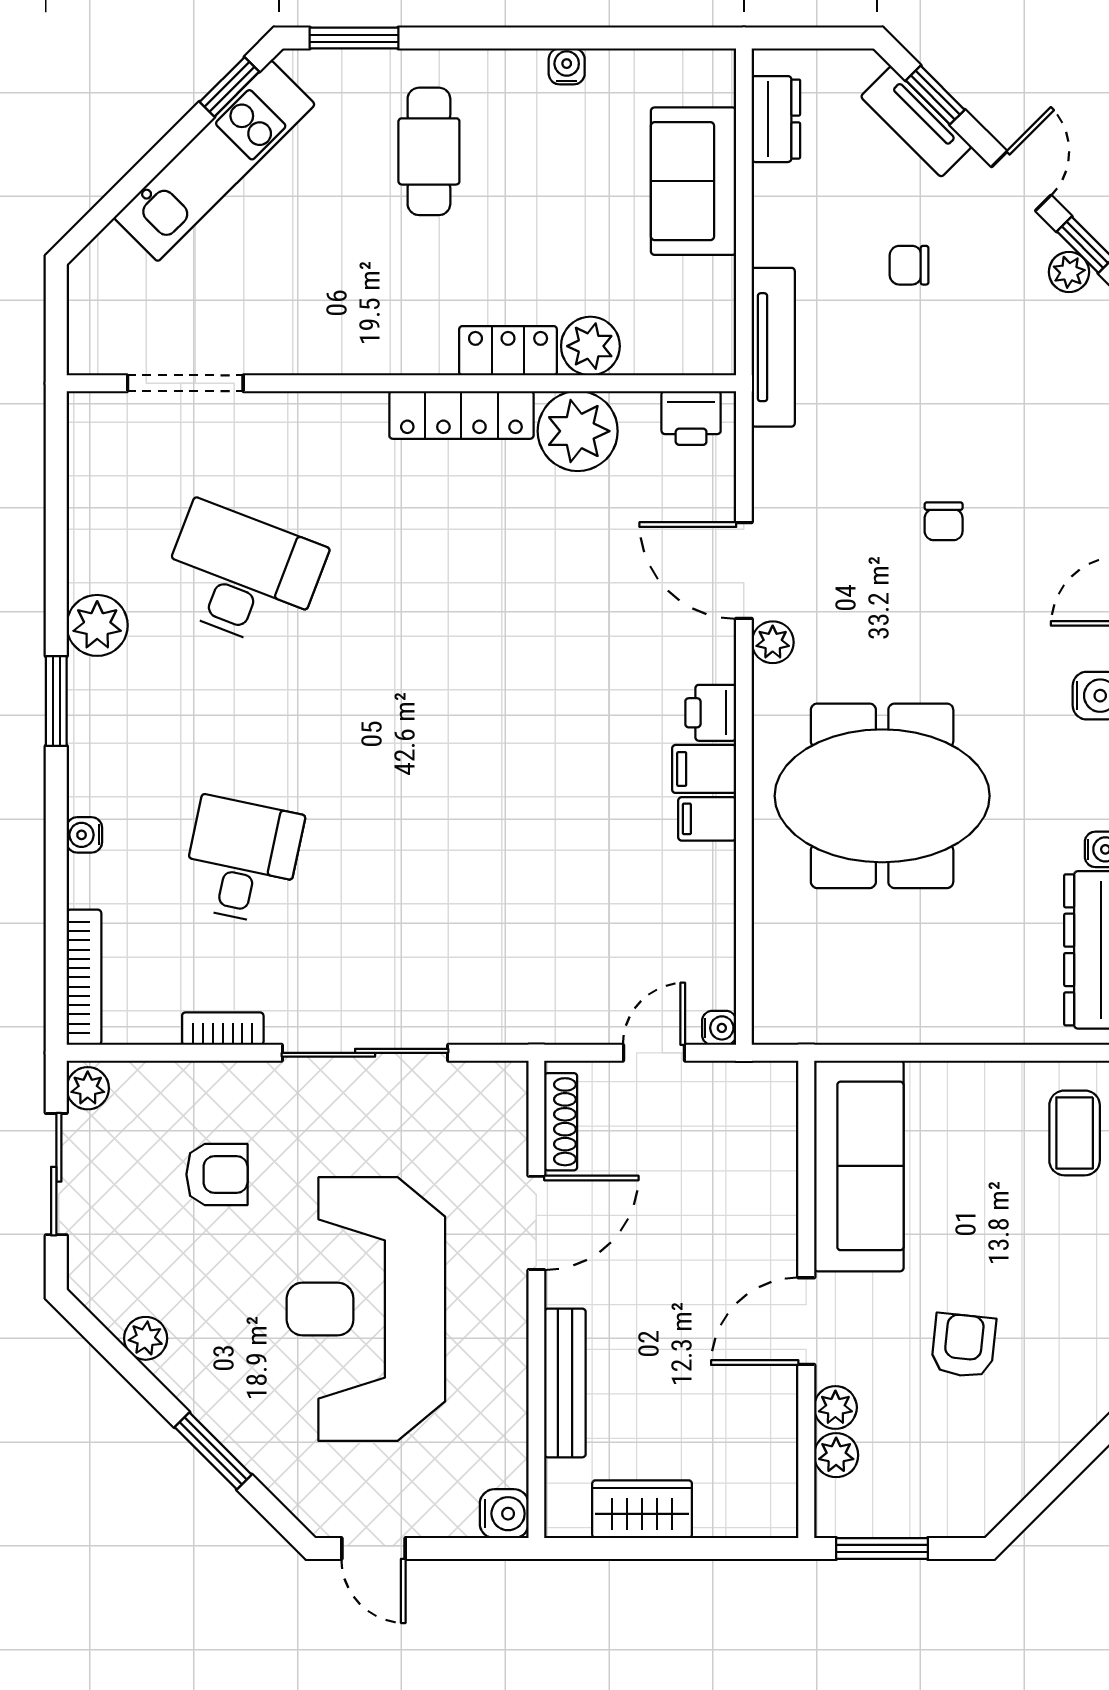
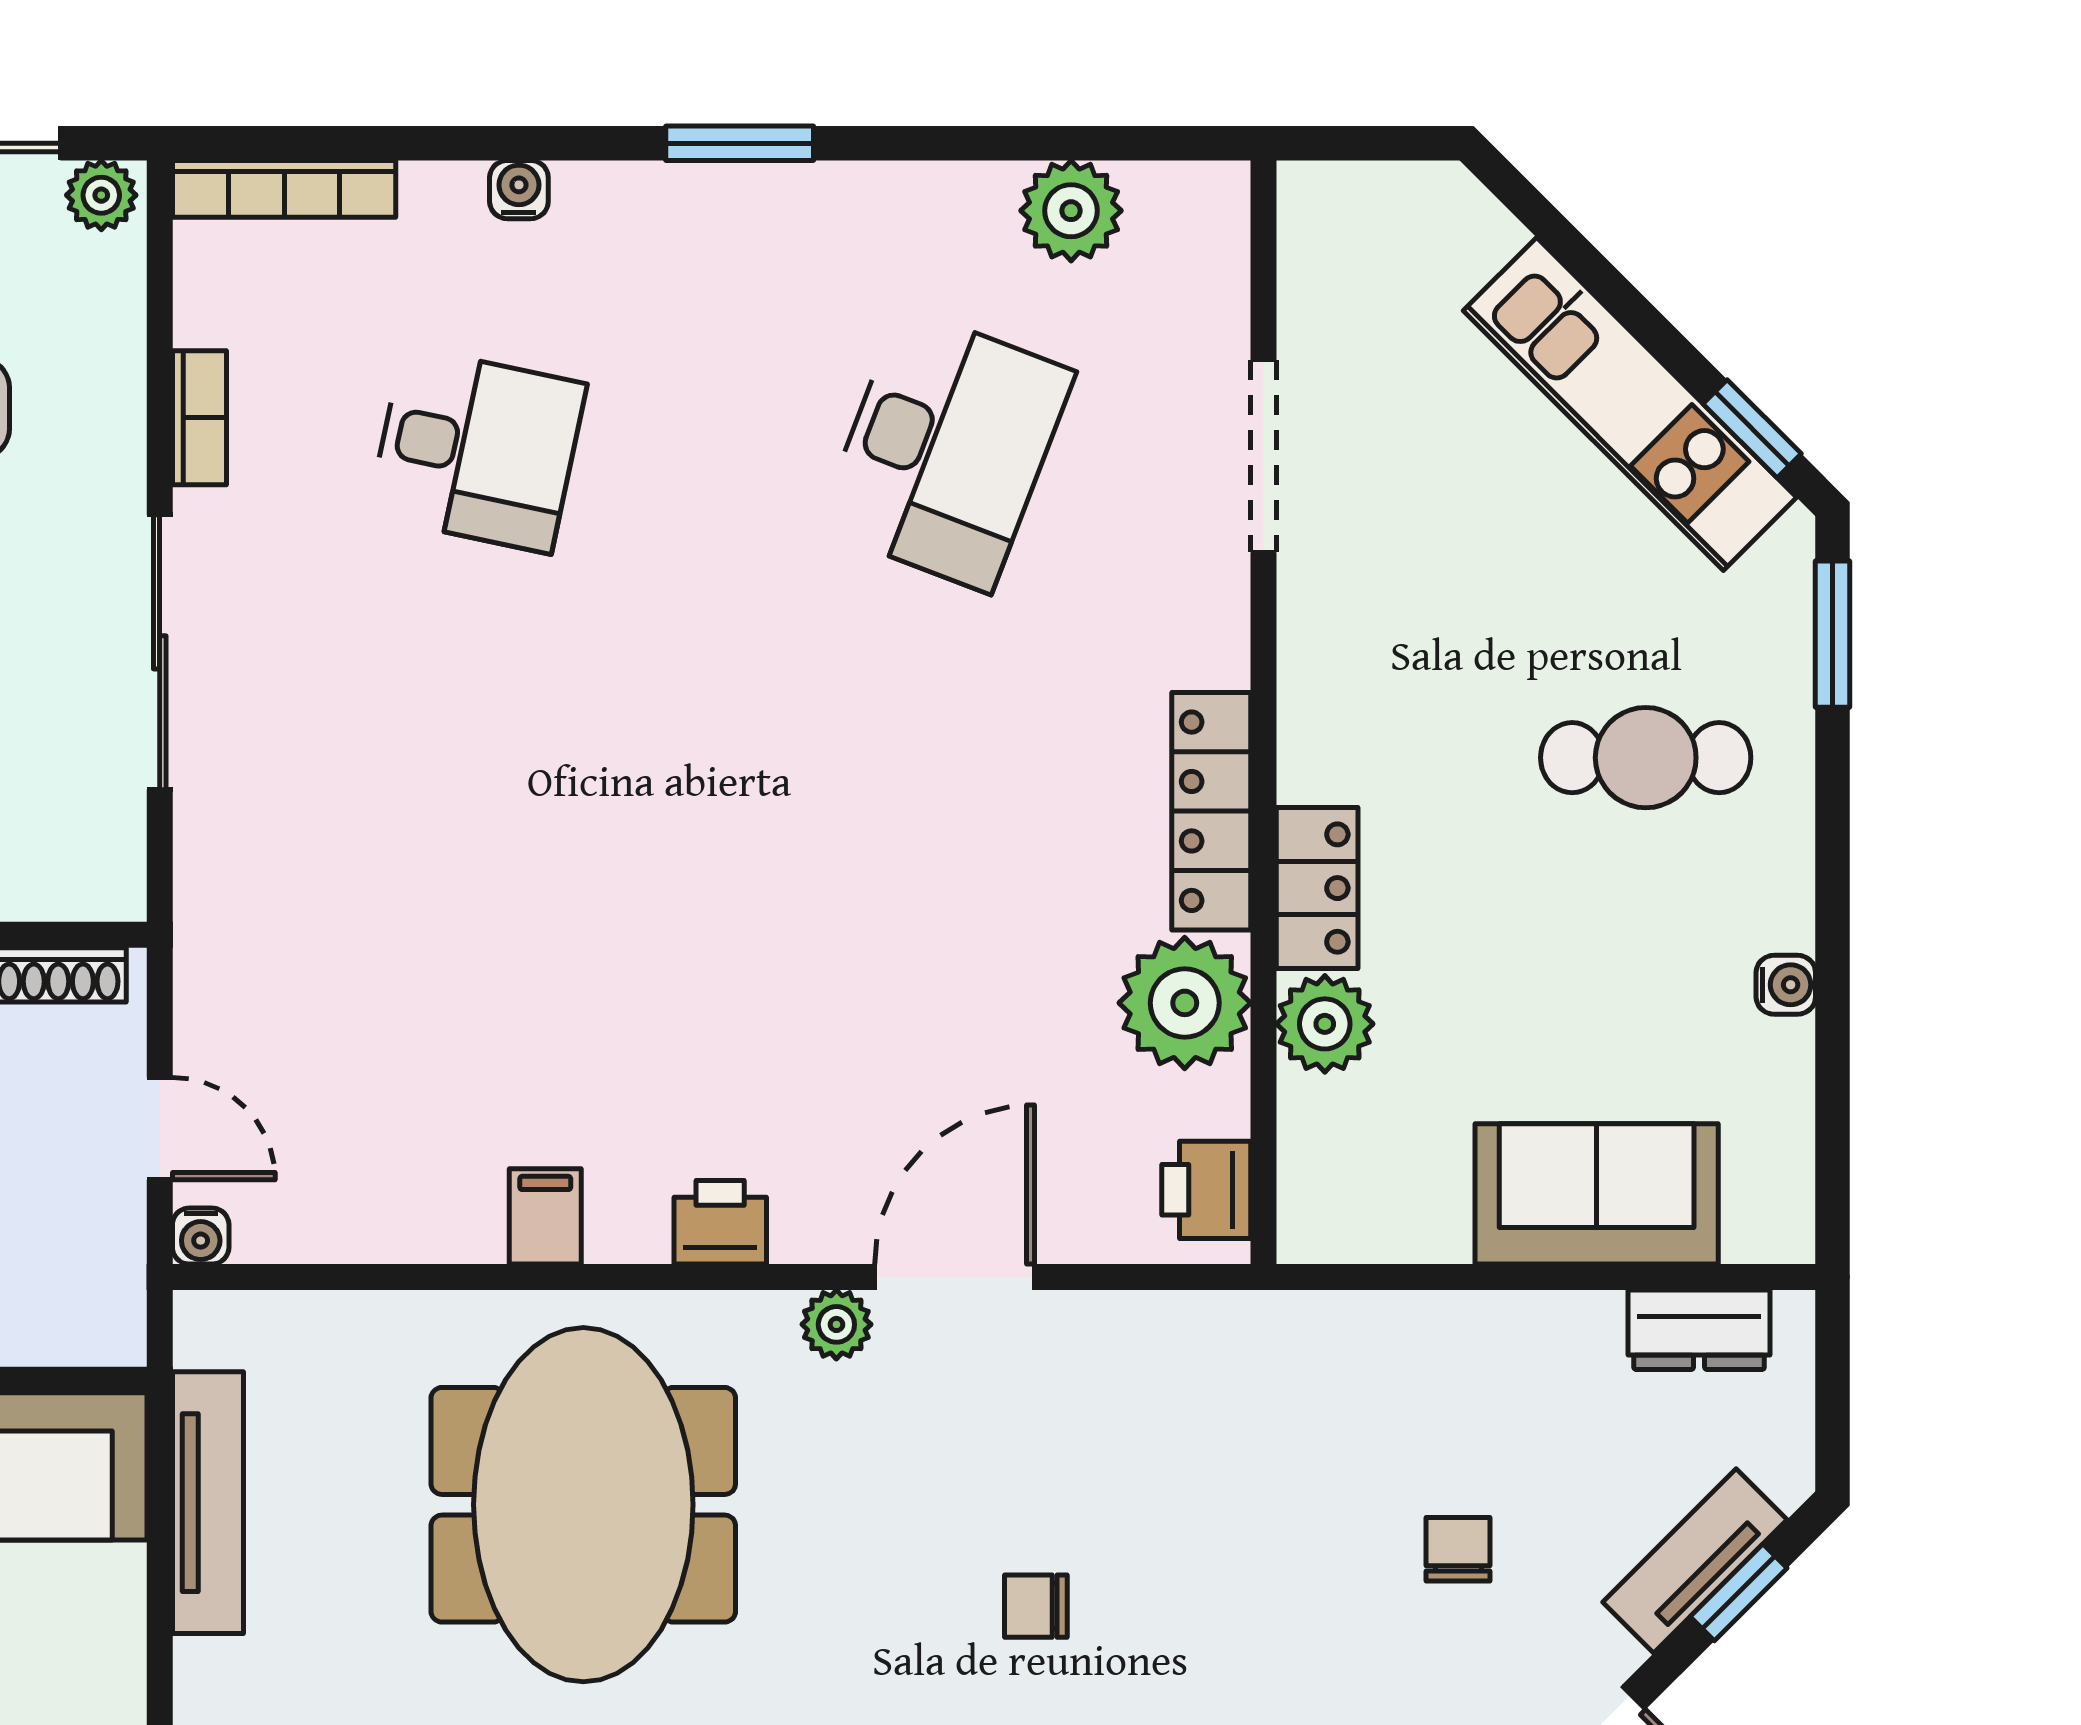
tv unit: (773, 347) -> (208, 1503), moved, turned -90
doorway: (185, 383) -> (1264, 456), moved
plant: (97, 625) -> (1071, 211), moved
filing cabinet: (704, 769) -> (628, 1211), removed

